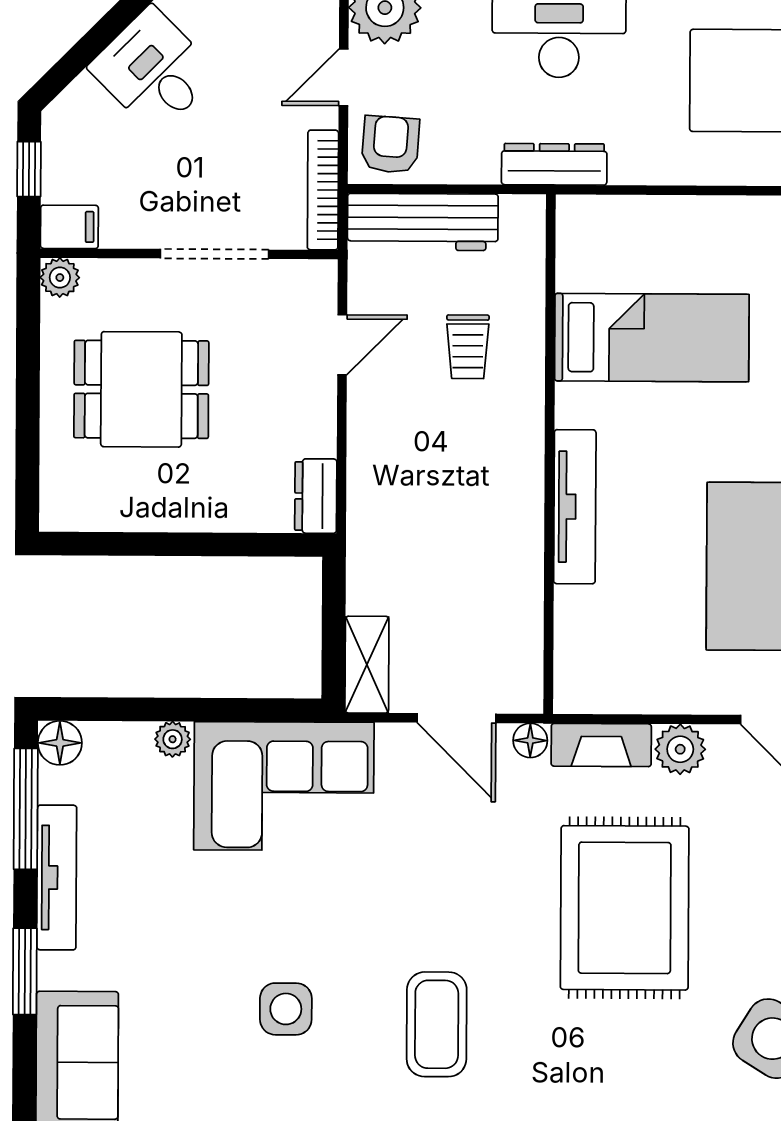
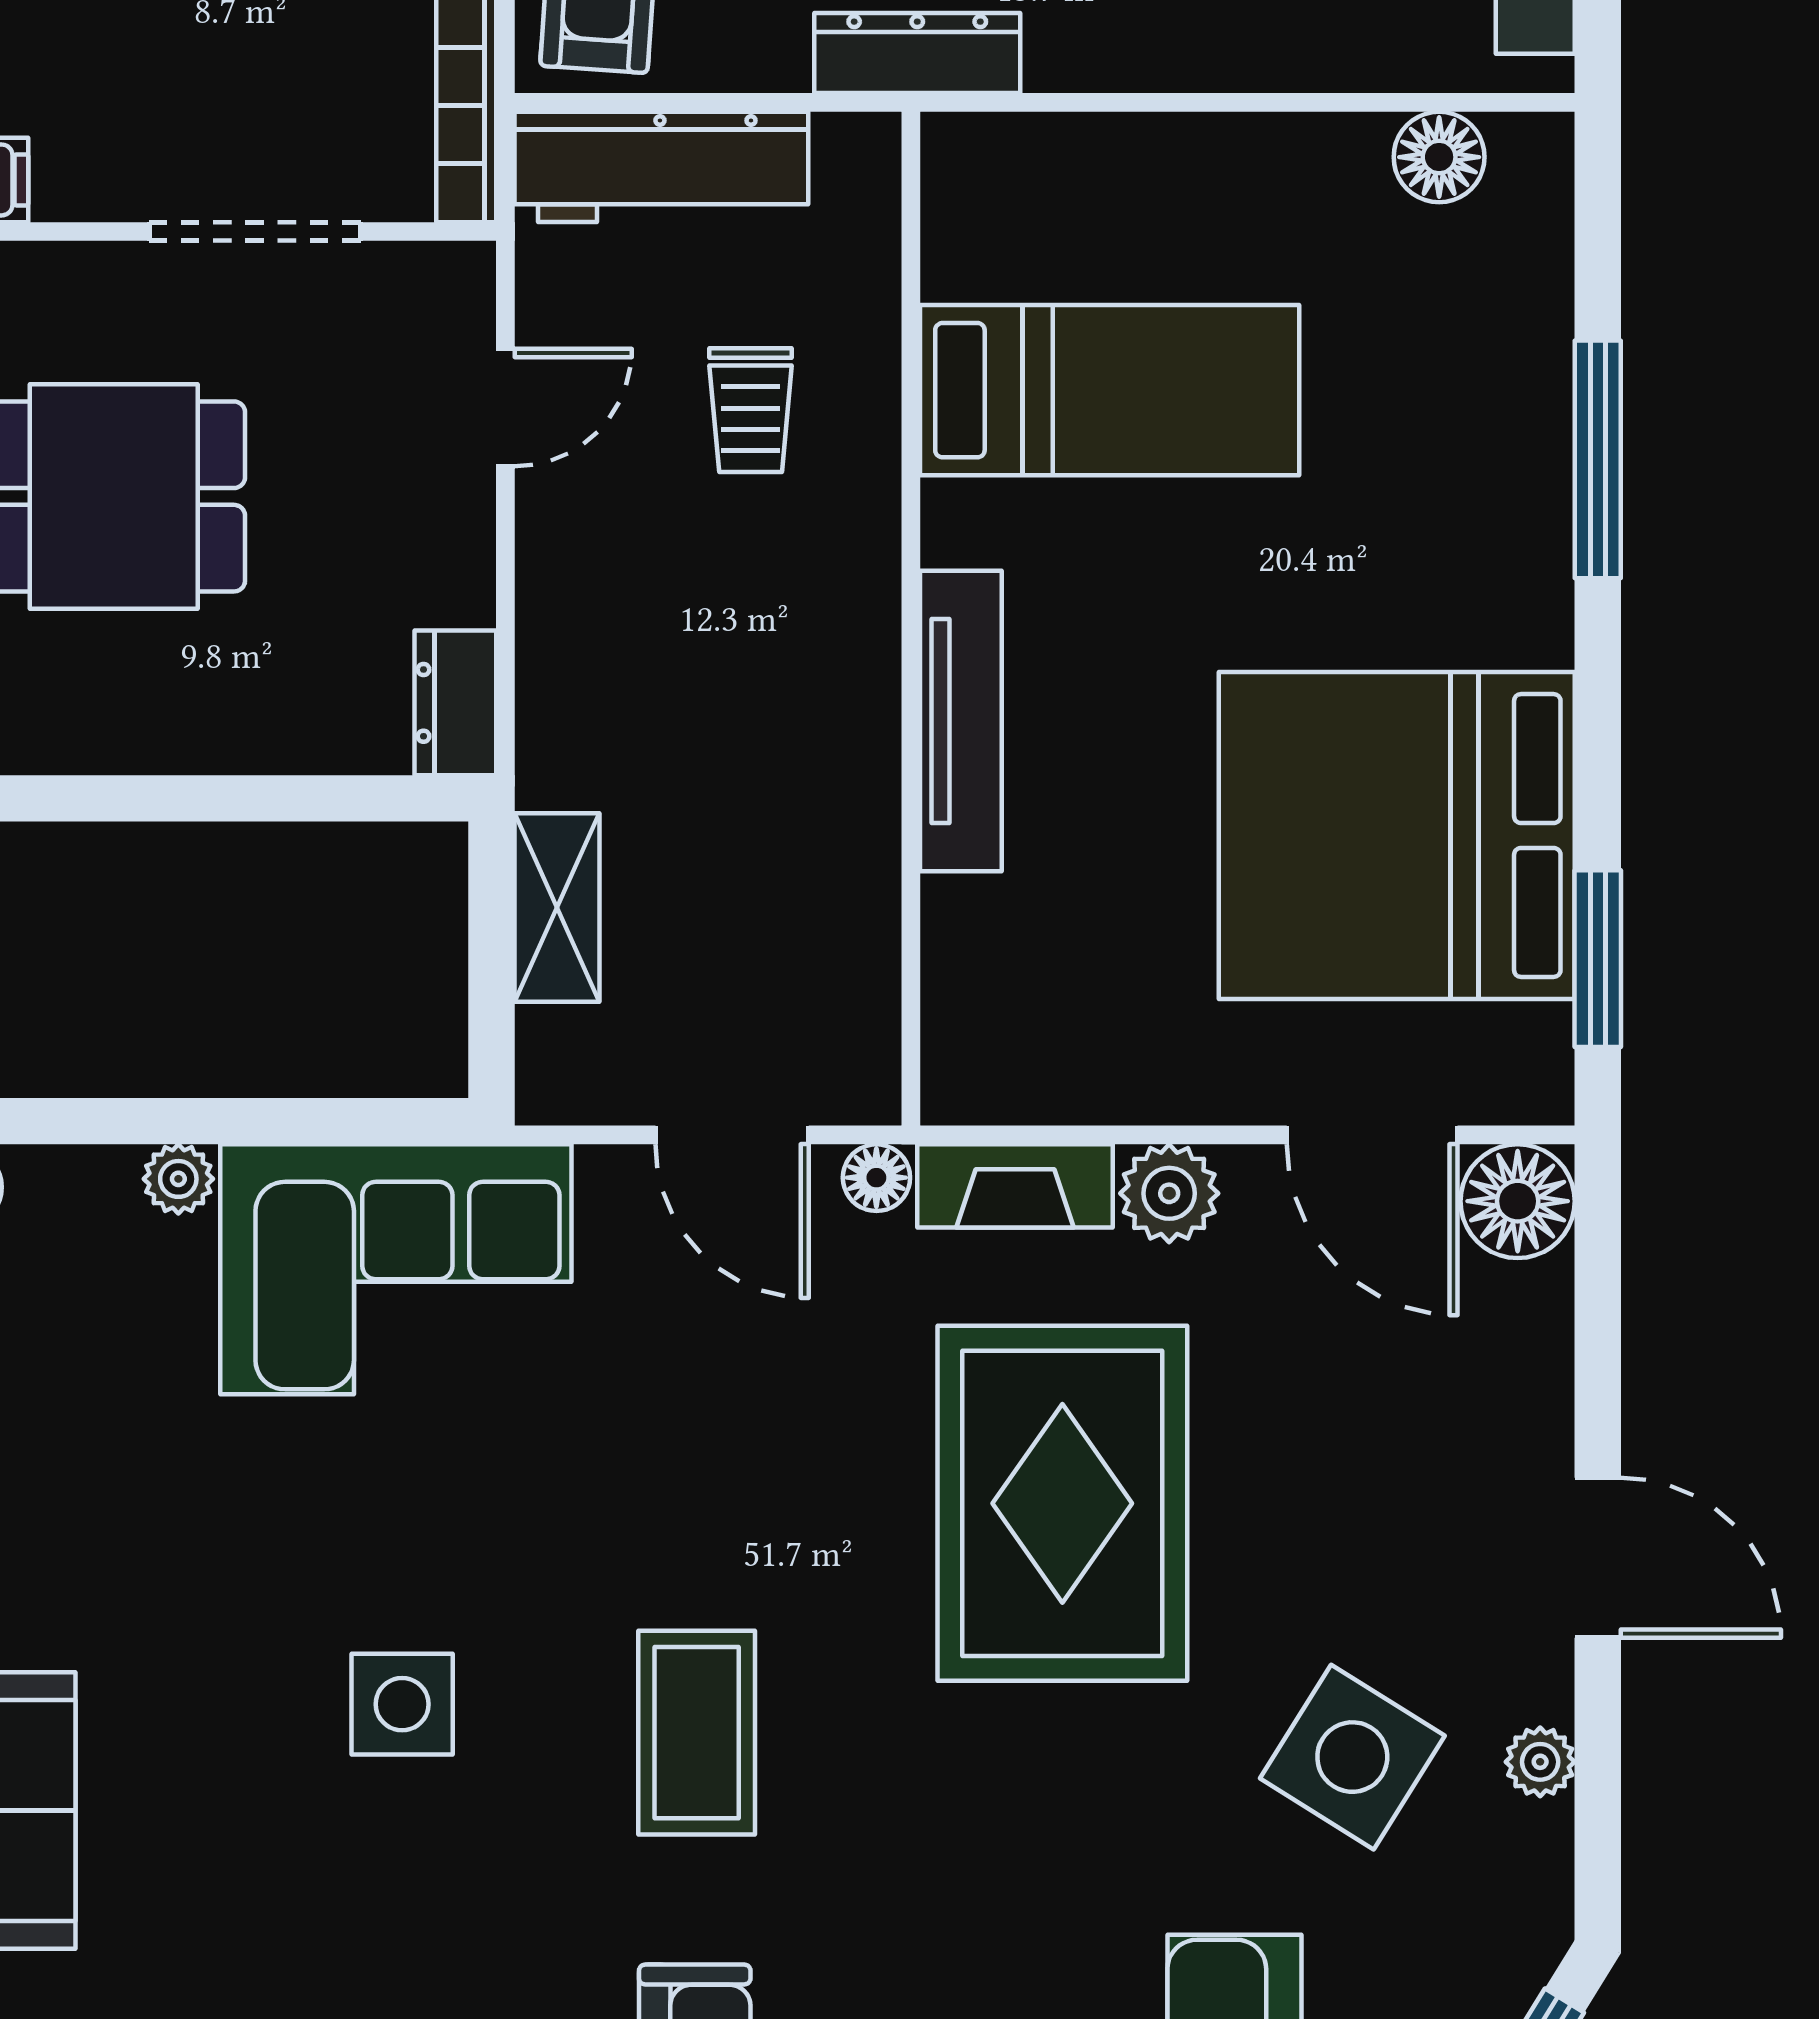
shelving: (367, 665) -> (557, 908), moved

